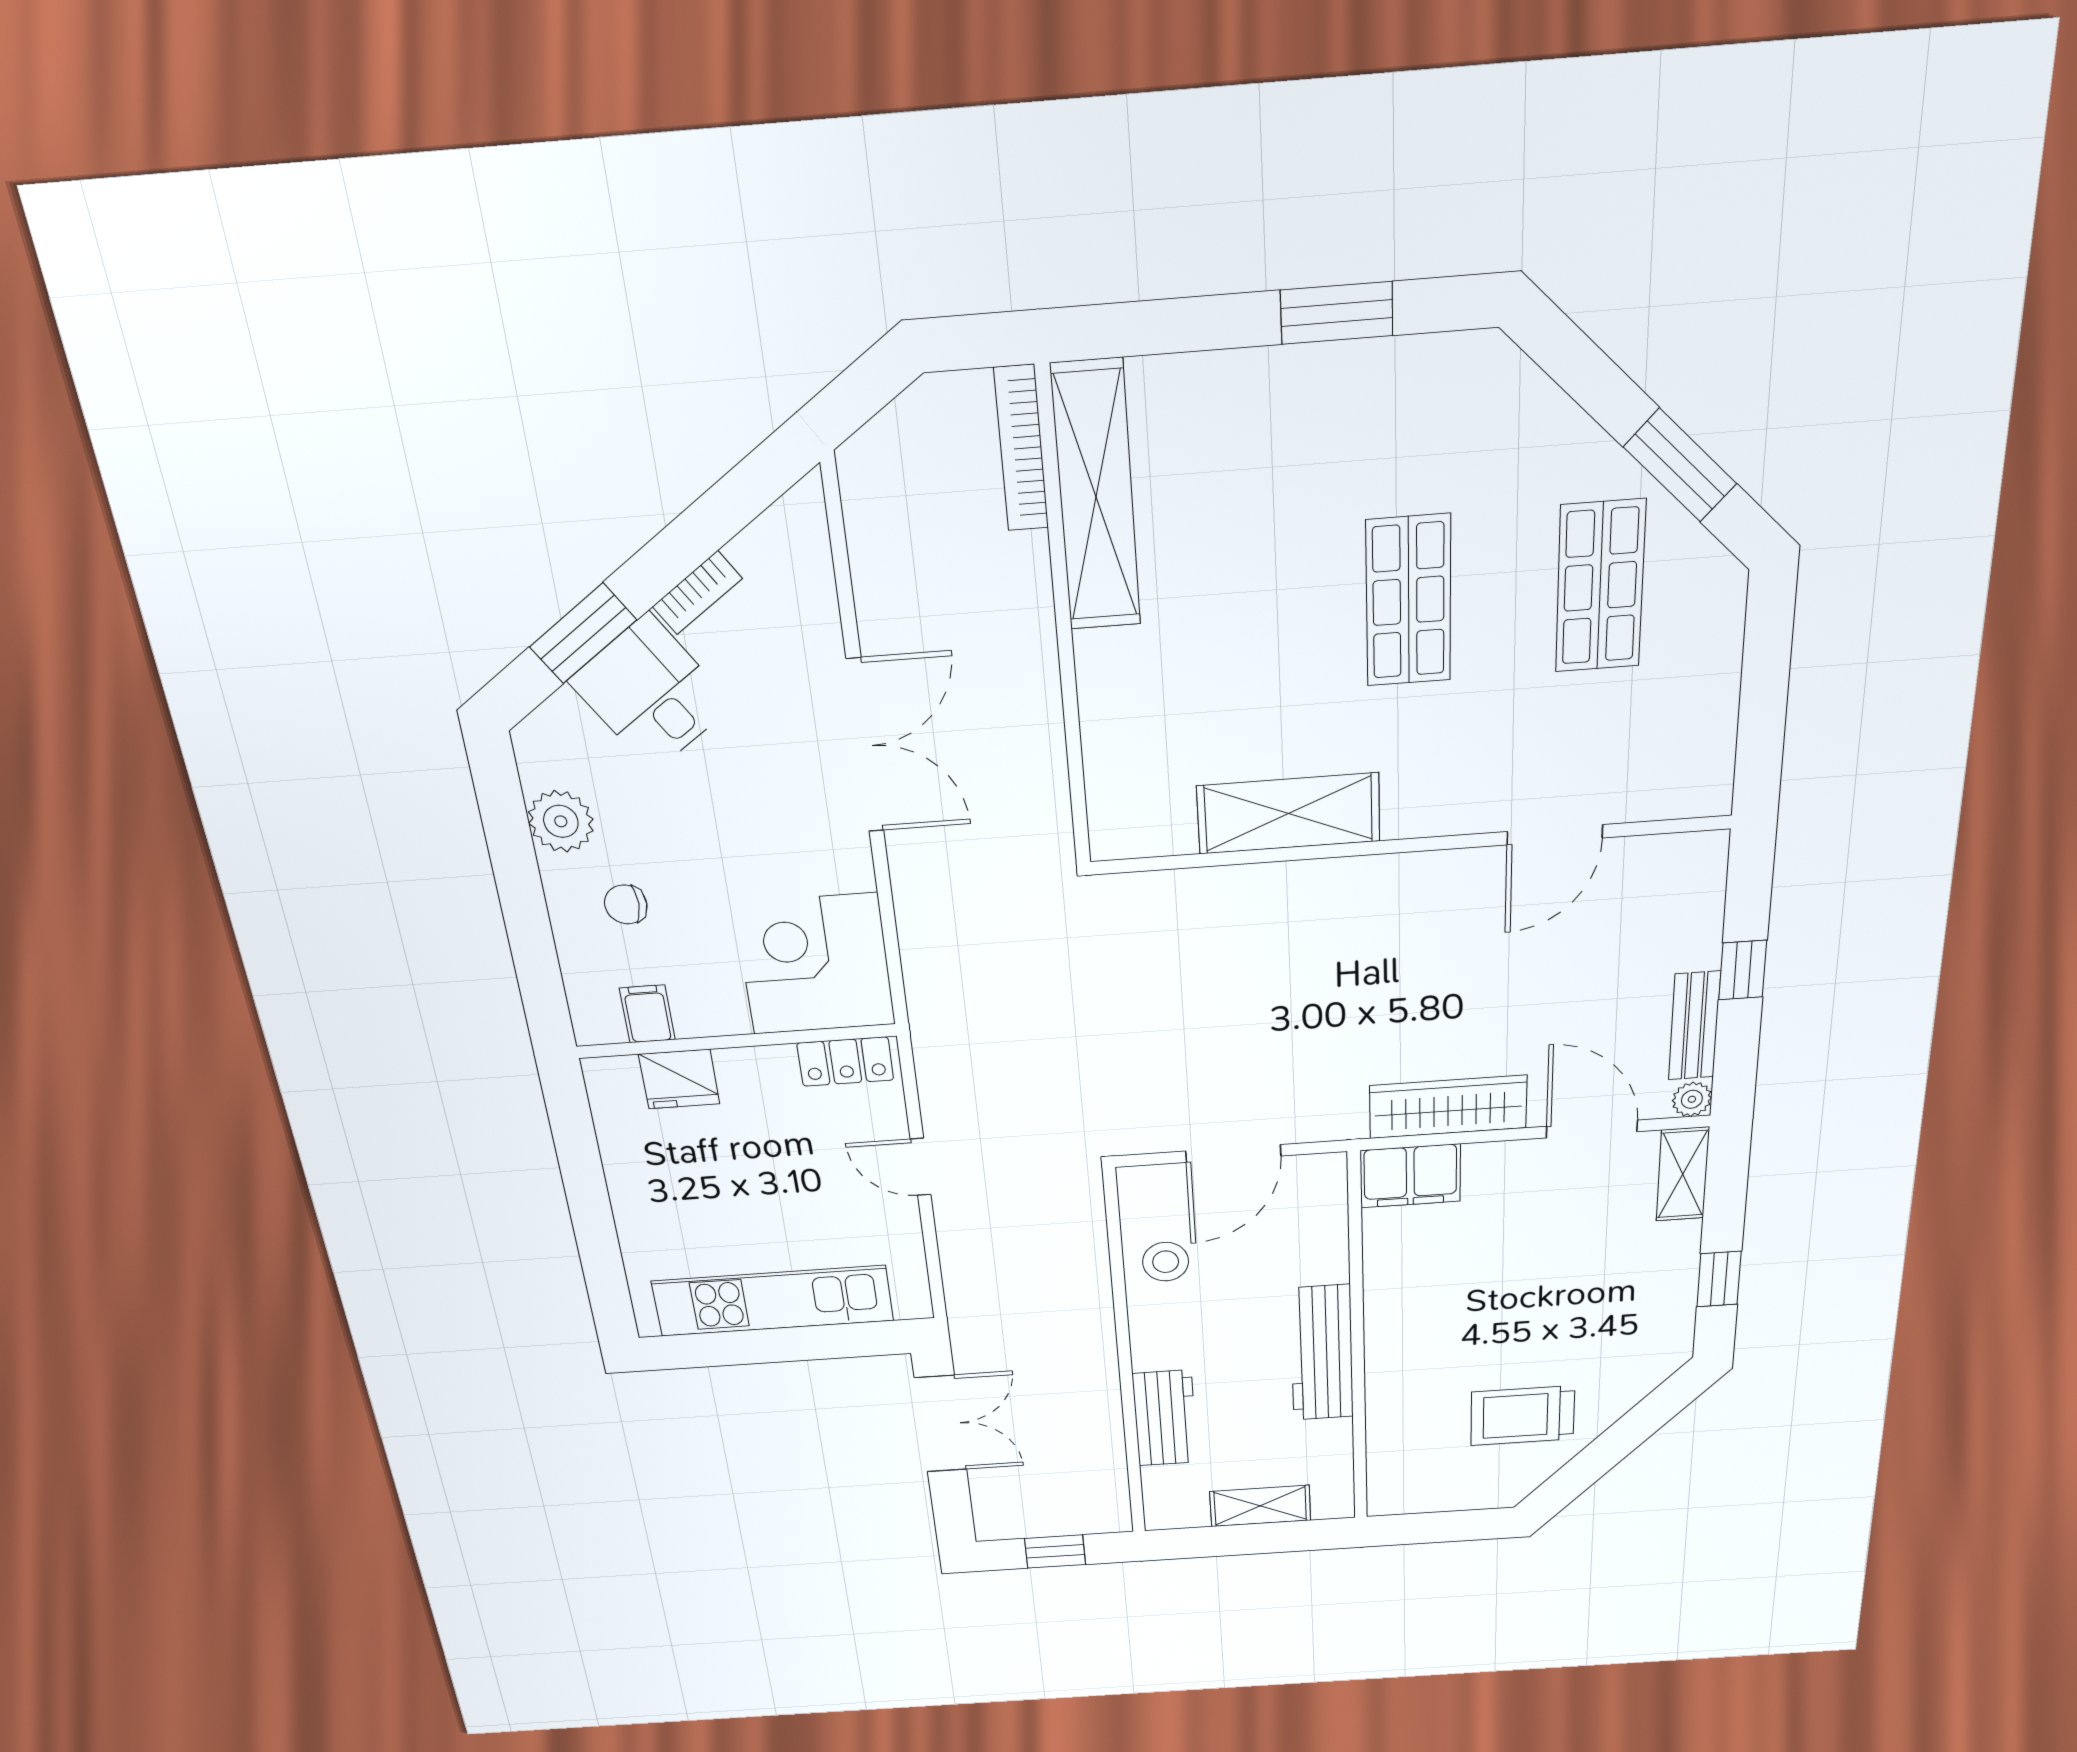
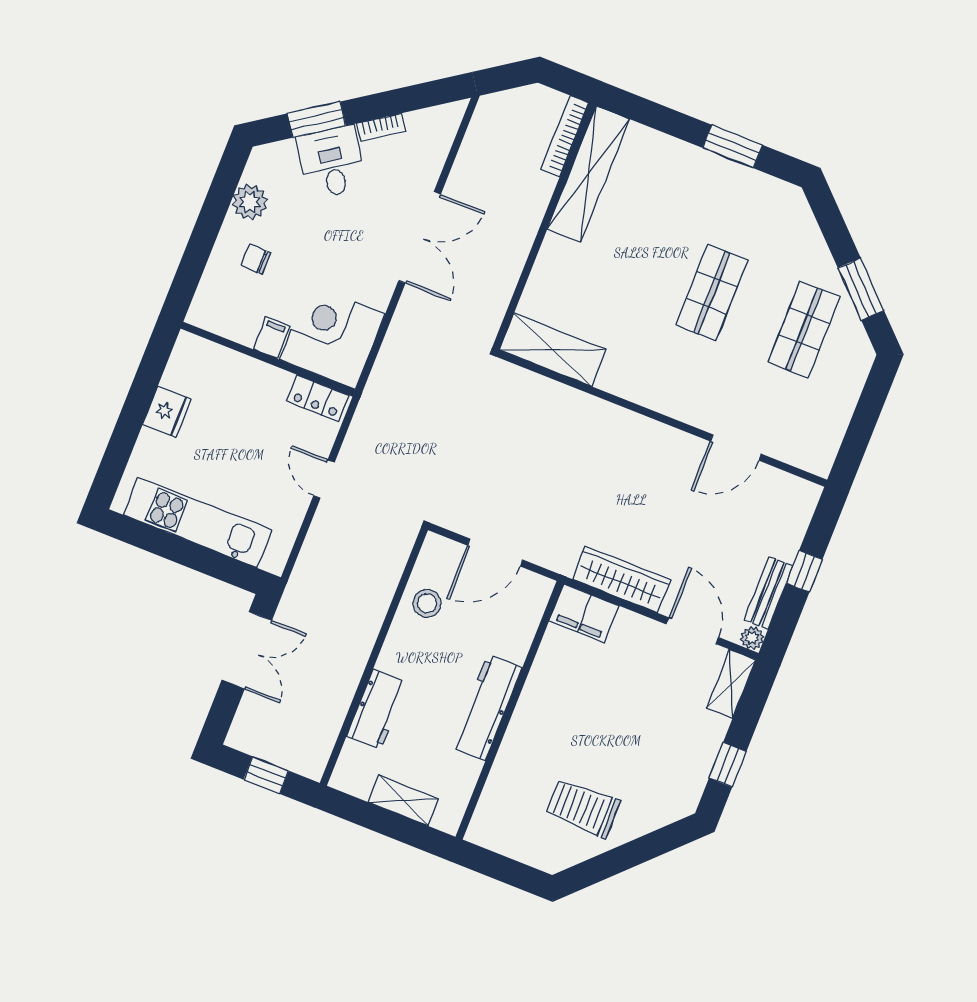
shelving: (1288, 814) -> (553, 350), moved
filing cabinet: (647, 1014) -> (272, 338), moved
fridge: (679, 1079) -> (167, 412), moved, turned -90

